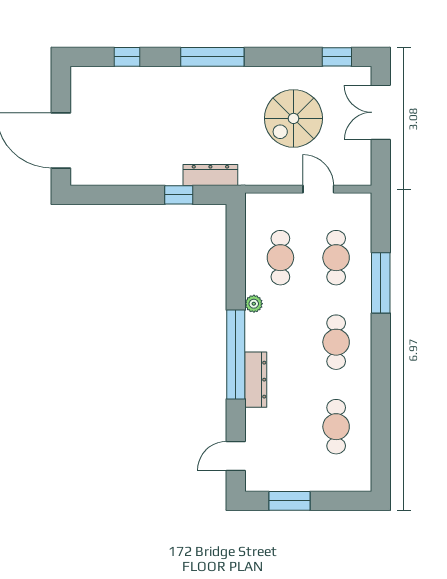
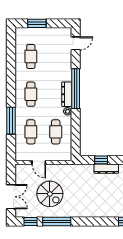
window: (212, 57) -> (57, 221), moved
spiral stairs: (293, 118) -> (50, 194), turned 90
dresser: (210, 175) -> (106, 169), moved
dresser: (256, 380) -> (67, 94), moved
window: (289, 501) -> (37, 23), moved

